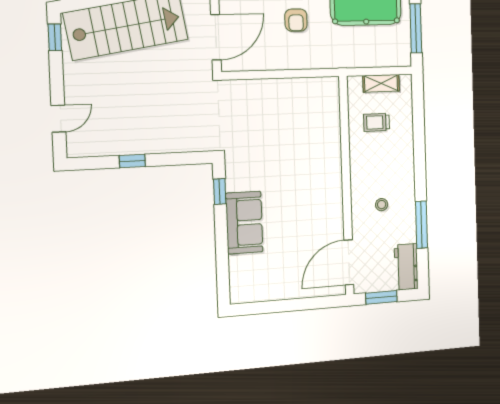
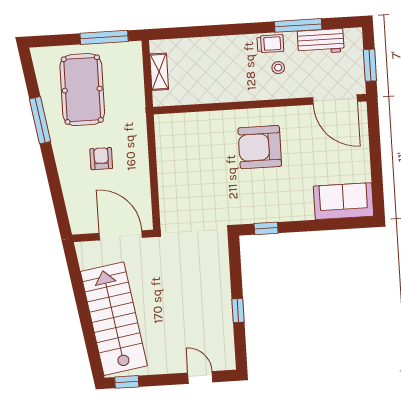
armchair: (296, 20) -> (101, 159), turned -90
trolley: (377, 122) -> (270, 44), moved, turned -90
armchair: (303, 185) -> (260, 147), added
sofa: (244, 223) -> (343, 201), moved
workbench: (406, 267) -> (321, 41), moved

